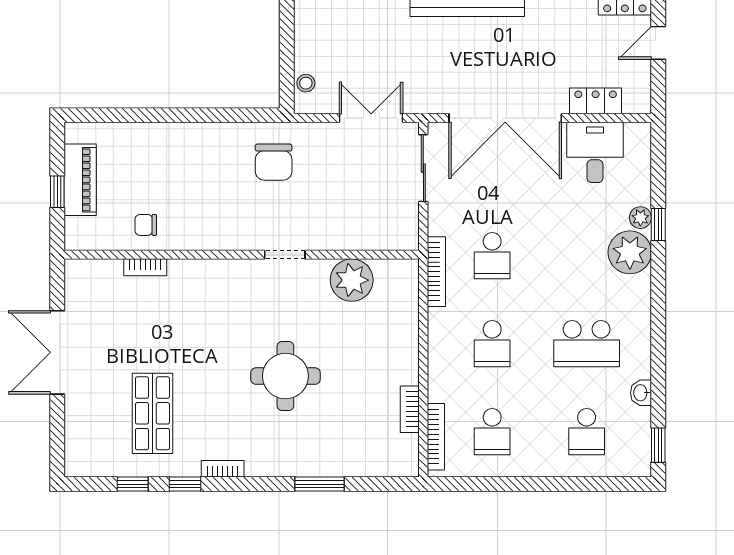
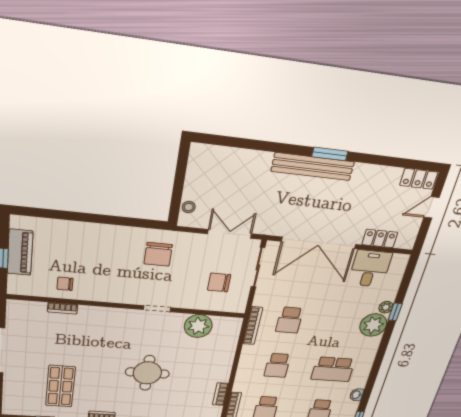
chair: (370, 200) -> (219, 282), added

